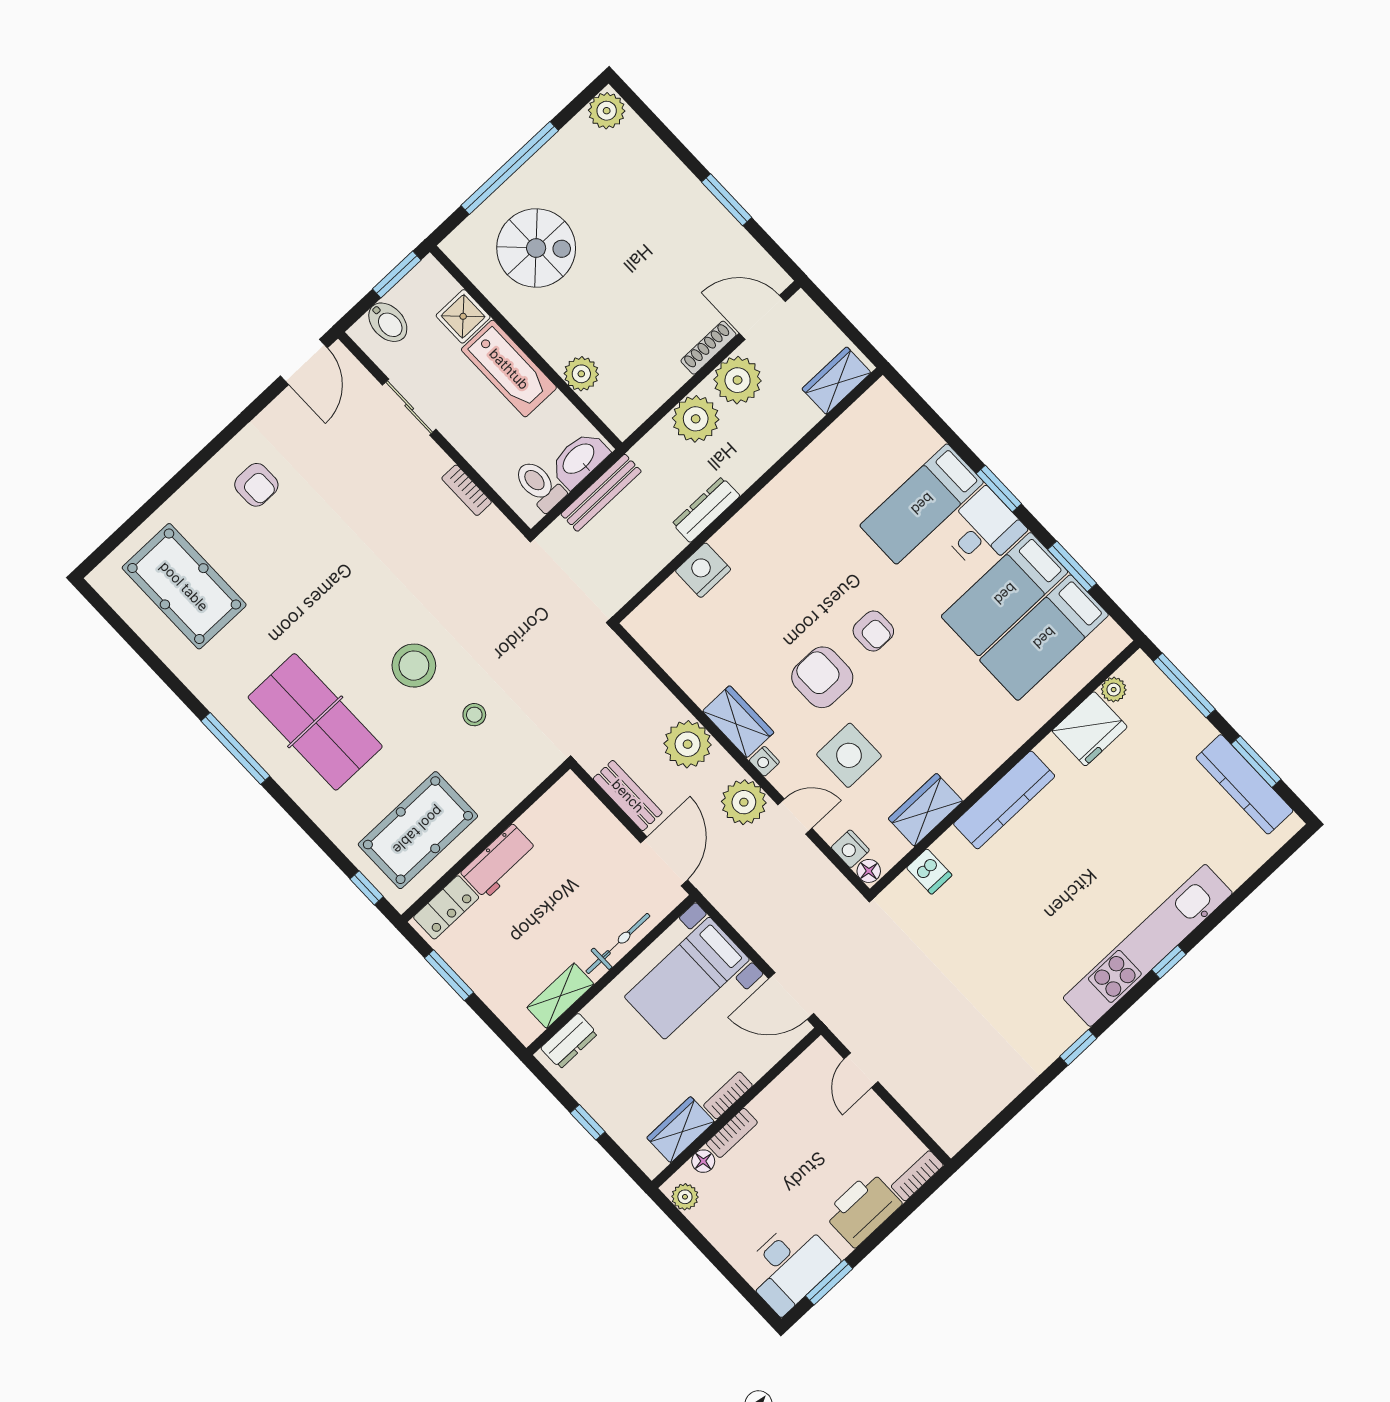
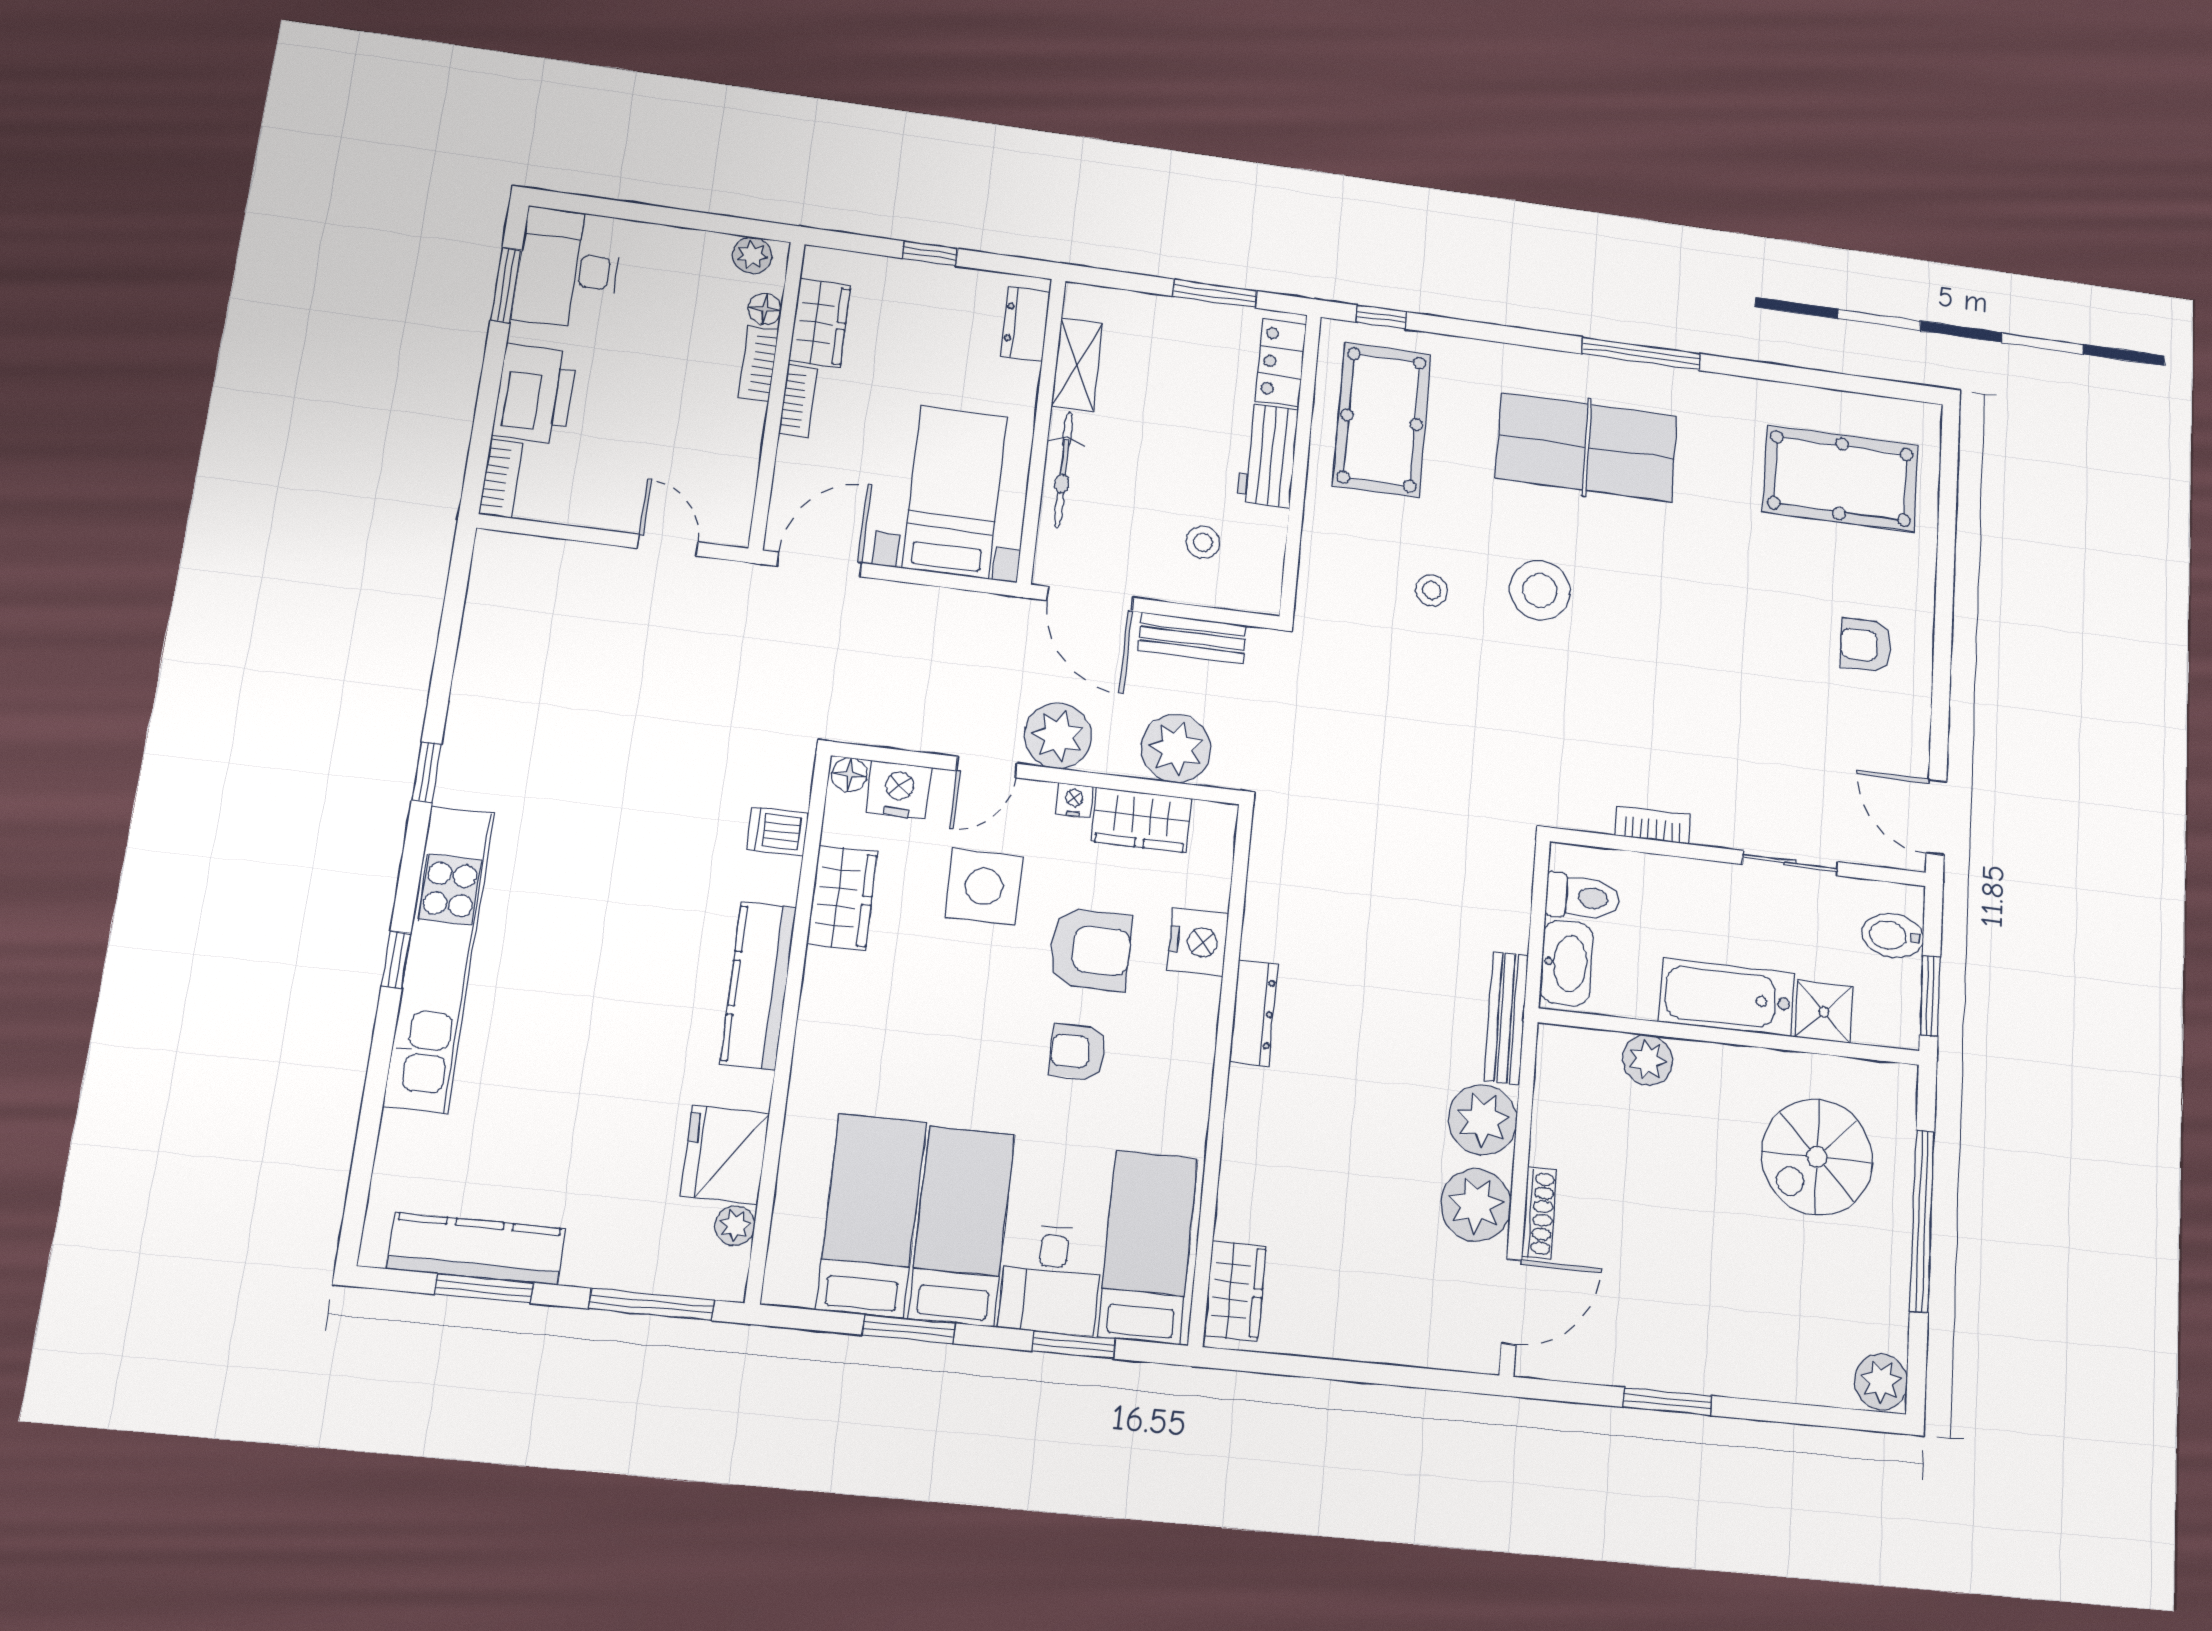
wardrobe: (836, 381) -> (1235, 1291), moved
bench: (601, 493) -> (1506, 1018), moved
wall: (748, 495) -> (1221, 1070), moved
dresser: (706, 510) -> (1254, 1013), moved
nightstand: (703, 570) -> (1198, 942), moved
stool: (577, 843) -> (1203, 542), added
nightstand: (850, 849) -> (899, 790), width x1.36, depth x1.33

